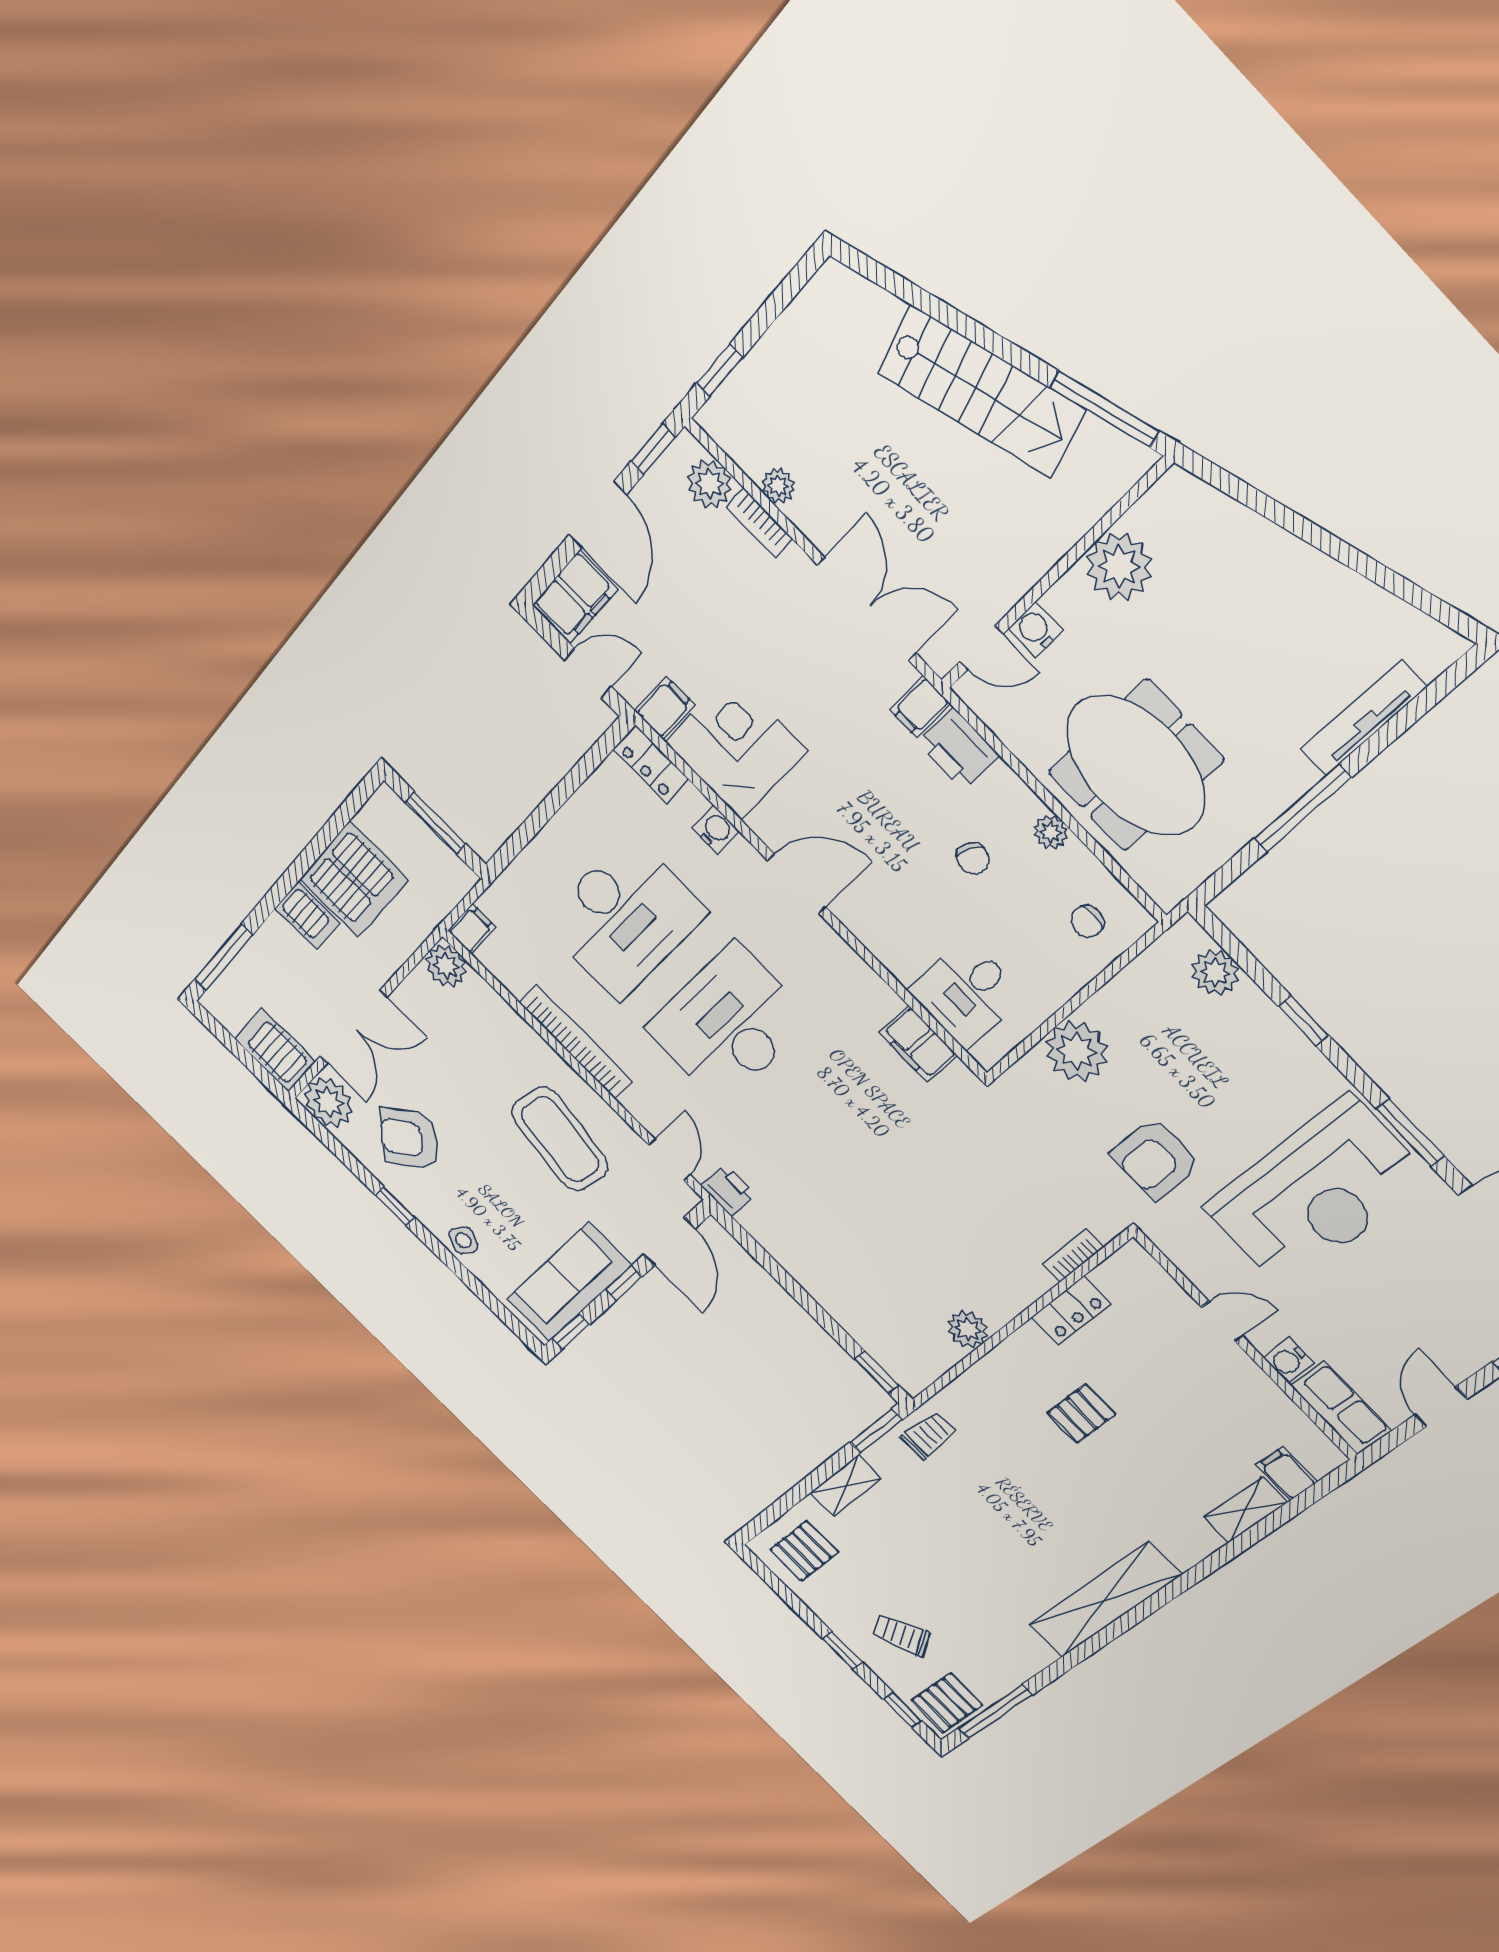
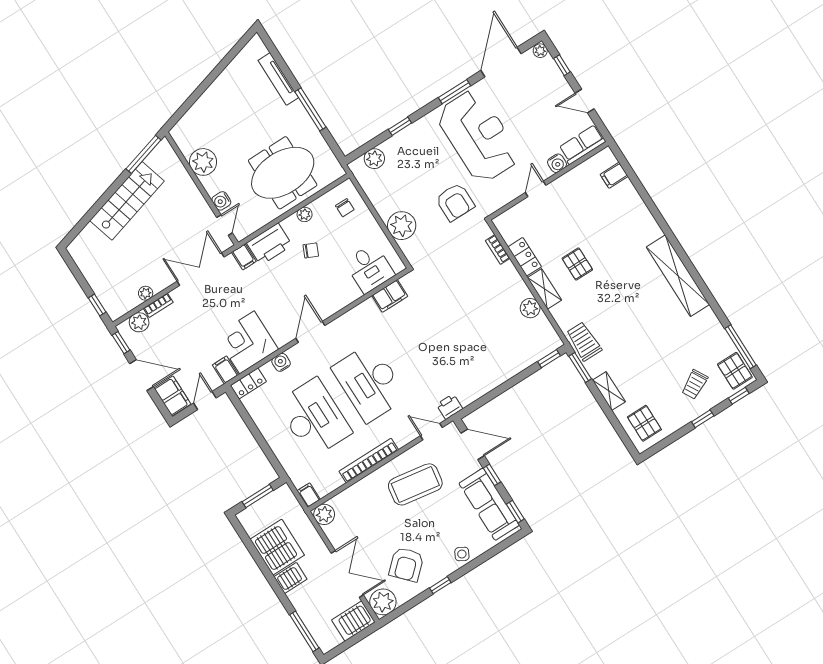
printer: (958, 749) -> (269, 244), width x1.37, depth x1.19
trolley: (929, 1435) -> (584, 341), width x1.36, depth x1.39
shelving: (1245, 1510) -> (544, 289), moved

